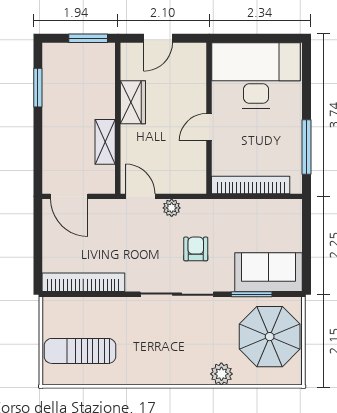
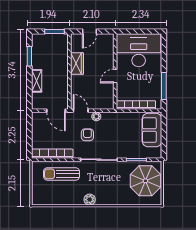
shelving: (105, 142) -> (37, 81), moved
door: (69, 196) -> (56, 111), moved
armchair: (196, 249) -> (87, 135), moved
sofa: (269, 272) -> (152, 130), moved, turned -90
sun lounger: (80, 351) -> (61, 174), moved
plant: (221, 374) -> (90, 200), moved

